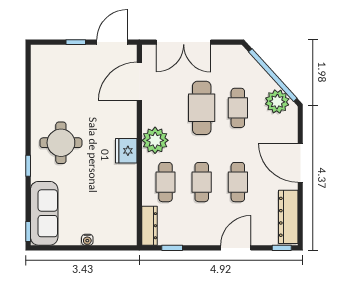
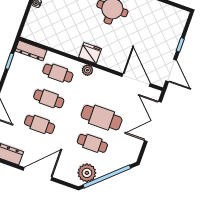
plant: (155, 140) -> (87, 70), width x0.53, depth x0.53

